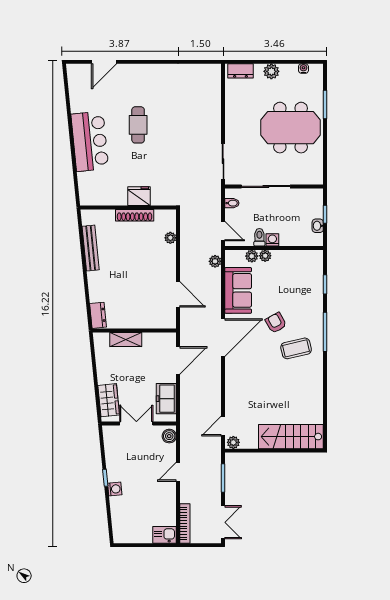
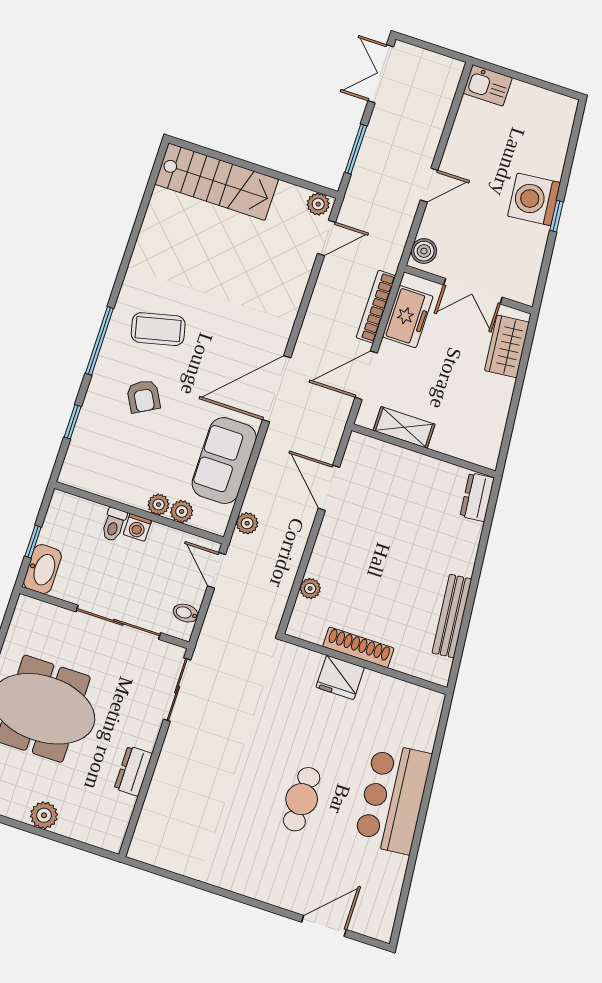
dresser: (240, 71) -> (133, 771), moved, turned -90
washbasin: (318, 226) -> (42, 569), moved, width x1.91, depth x1.45
toilet: (259, 237) -> (114, 525), moved
armchair: (276, 323) -> (143, 396), moved
shelving: (126, 339) -> (404, 427), moved
washing machine: (115, 489) -> (534, 199), width x1.89, depth x1.89
bookcase: (185, 523) -> (376, 307), moved

